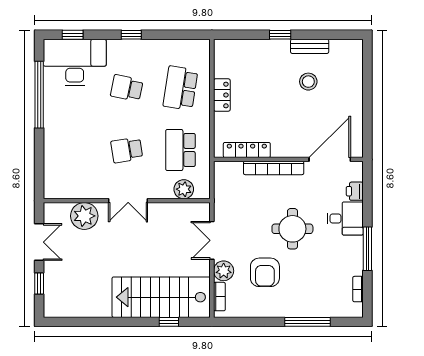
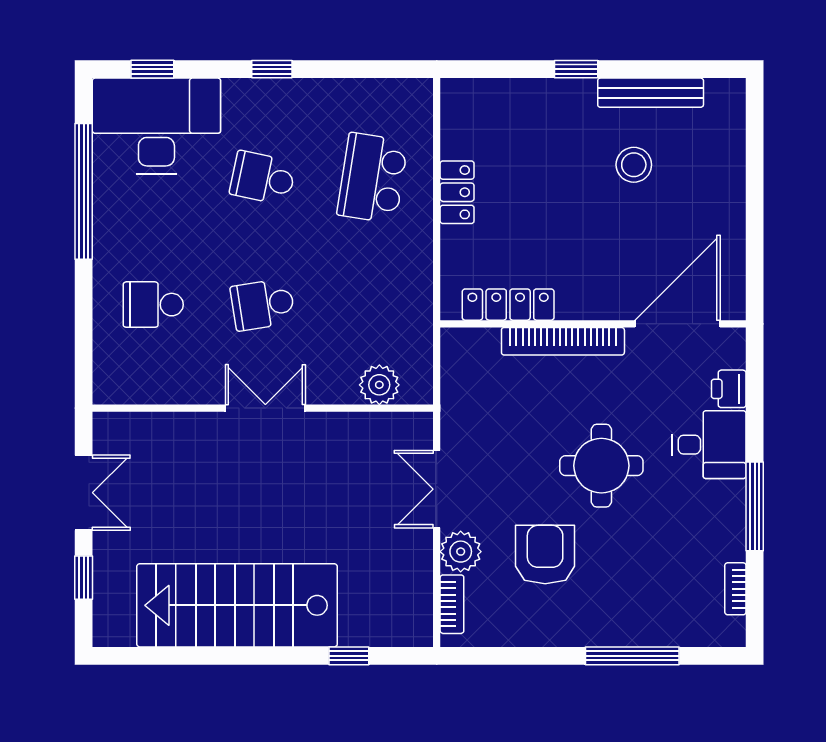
bench: (310, 46) -> (651, 93), width x1.36
school desk: (180, 150) -> (153, 305), moved, width x0.54
double door: (128, 201) -> (265, 408), swing flipped
plant: (84, 216) -> (176, 439), removed
armchair: (265, 272) -> (545, 555), turned 180
stairs: (161, 297) -> (237, 605), moved

